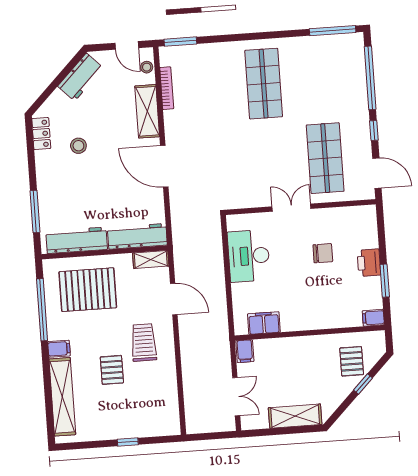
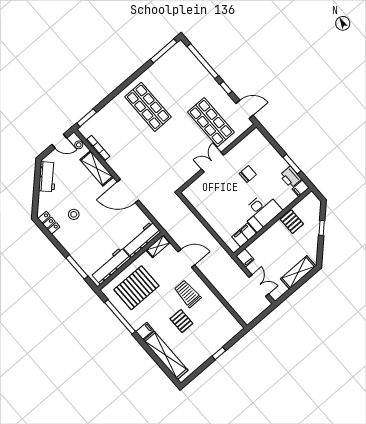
desk: (249, 256) -> (261, 212), moved, turned -90
printer: (369, 263) -> (291, 177), moved
pallet: (352, 361) -> (292, 222), moved

